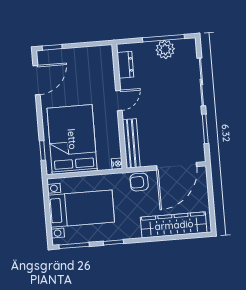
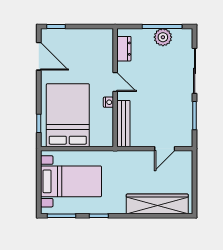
door: (37, 80) -> (39, 56), hinge flipped
door: (119, 101) -> (115, 82), hinge flipped
nightstand: (117, 164) -> (108, 102), moved
door: (177, 166) -> (165, 149), width x0.53
armchair: (139, 182) -> (128, 161), removed

